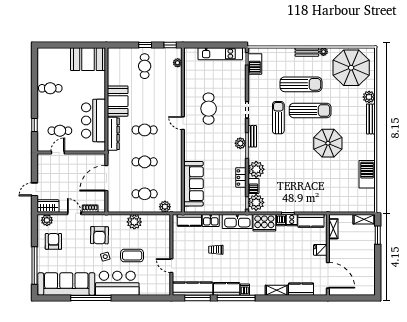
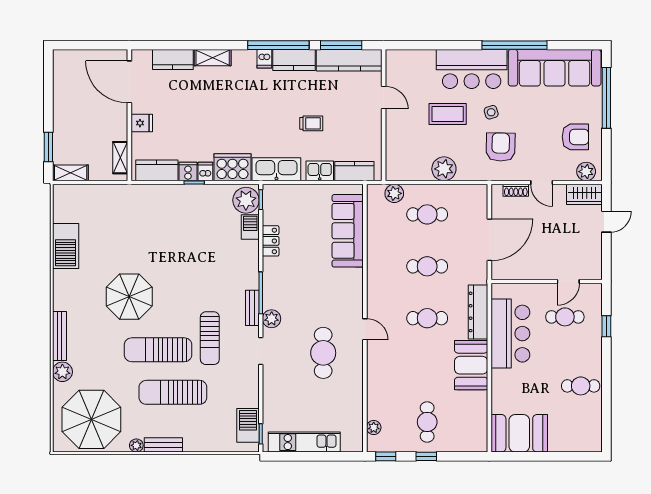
plant: (240, 143) -> (272, 319), moved
plant: (256, 169) -> (246, 254), removed
armchair: (53, 241) -> (575, 137), turned -90

